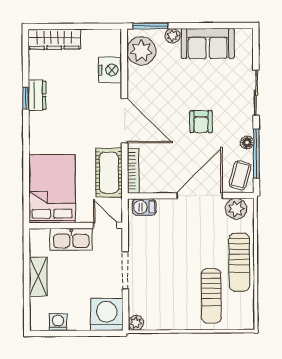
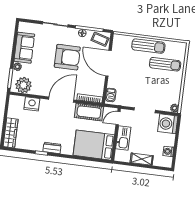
dresser: (37, 95) -> (52, 148), moved
armchair: (201, 122) -> (67, 57), width x1.88, depth x1.88
plant: (236, 209) -> (118, 44), removed

